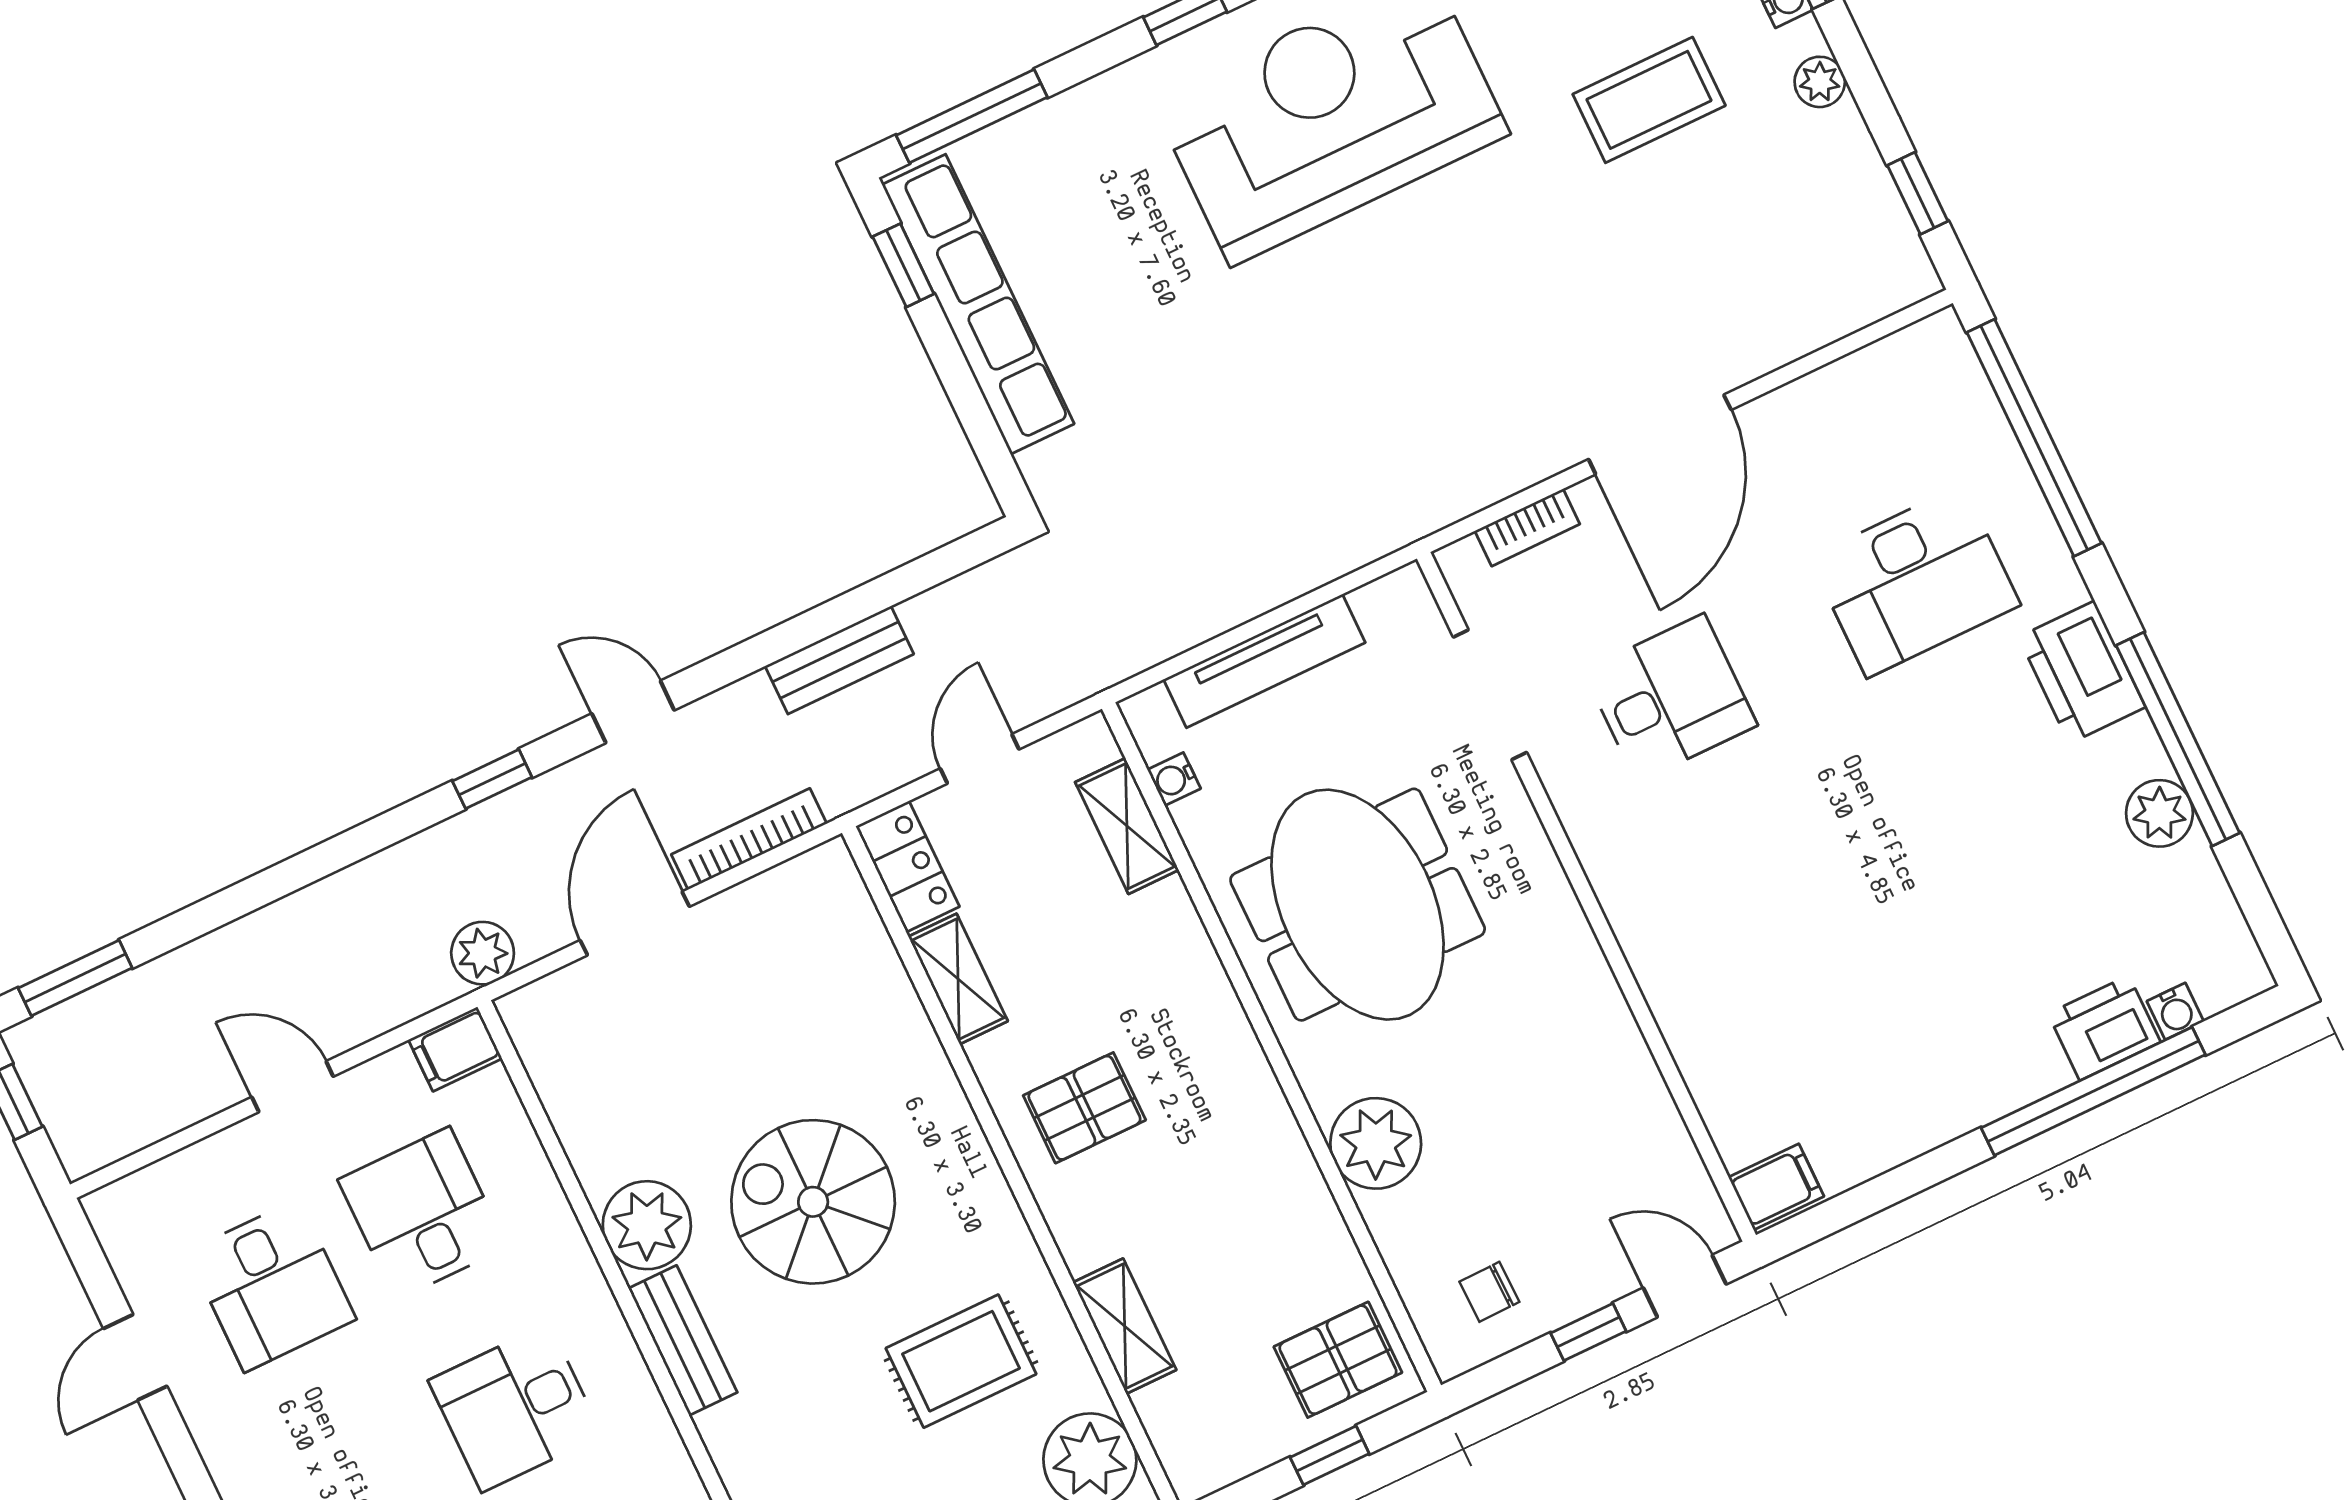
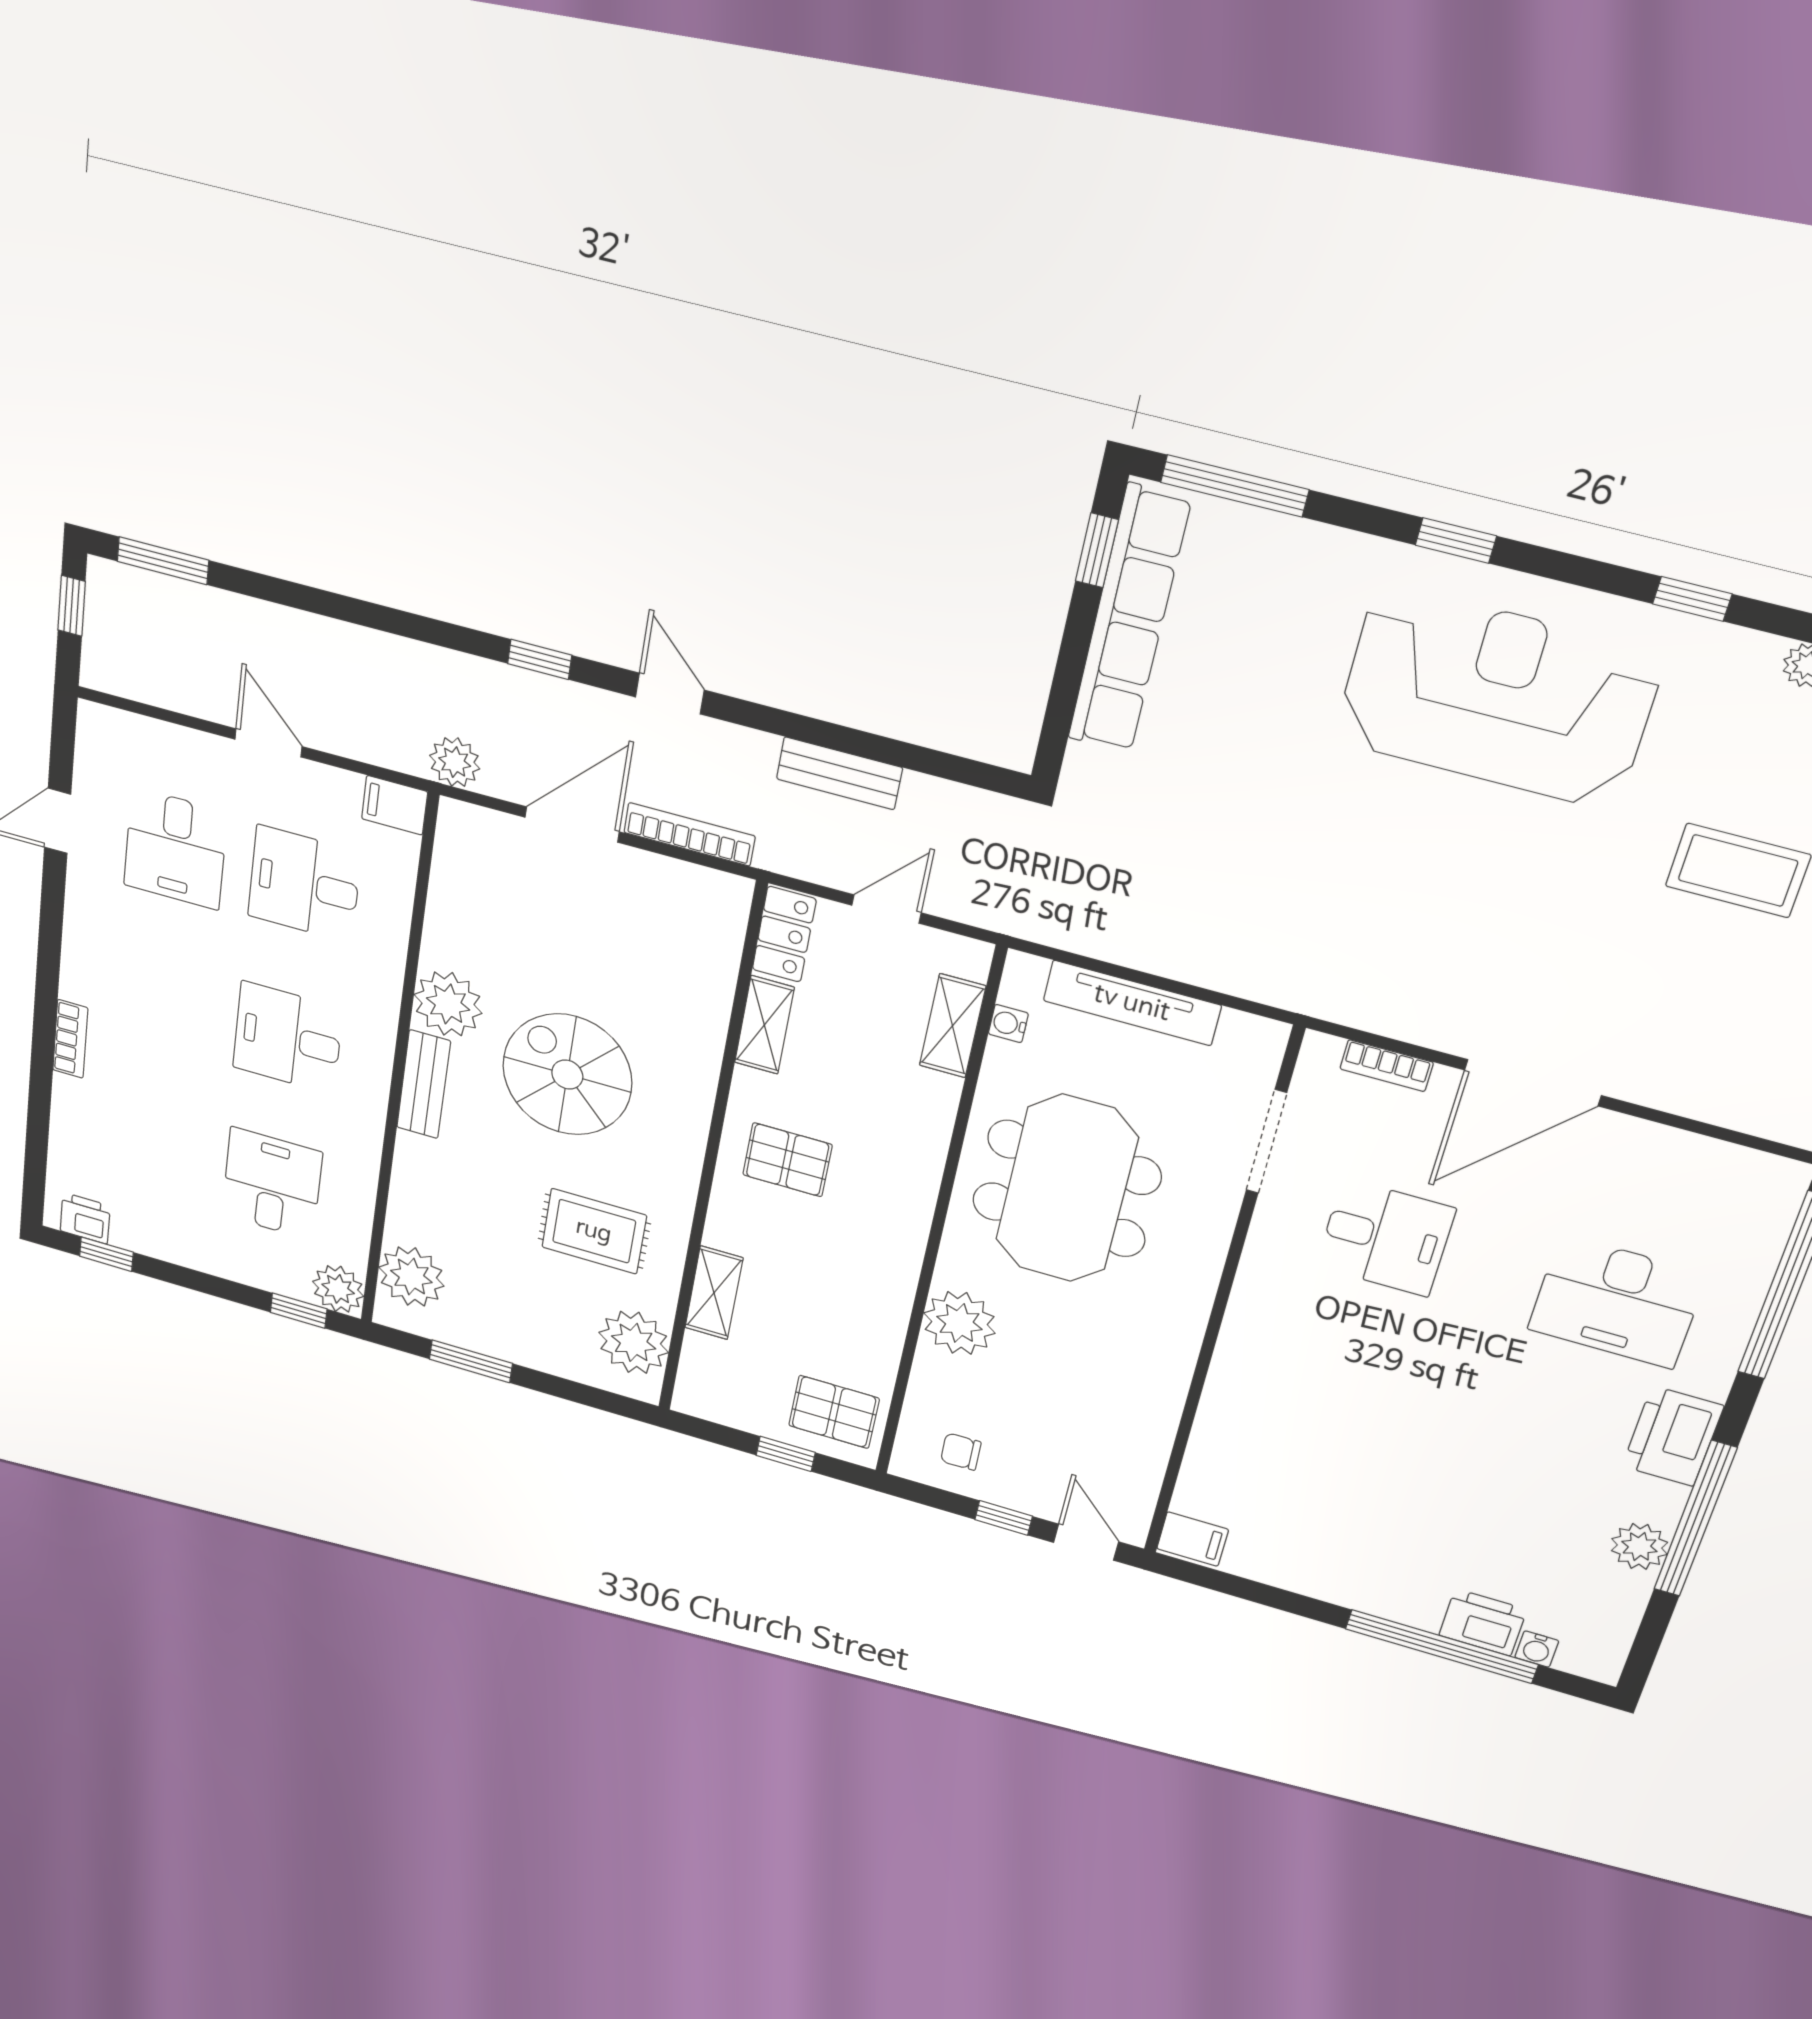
desk: (422, 1213) -> (304, 884), turned -90

